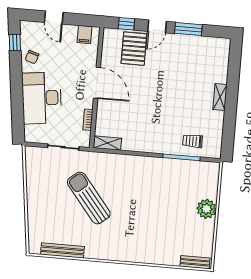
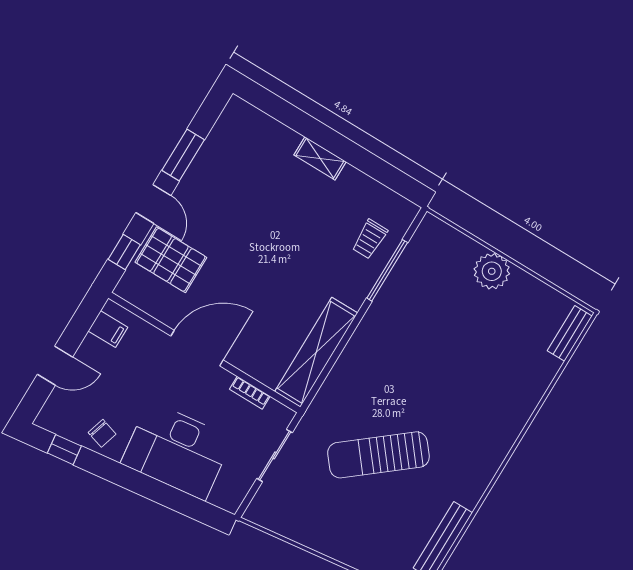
shelving: (107, 143) -> (316, 352), width x2.20, depth x1.33

